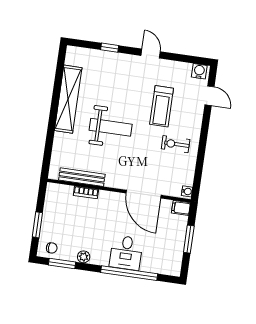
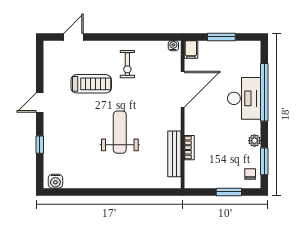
water cooler: (199, 71) -> (55, 181), moved, turned -90
shelving: (68, 99) -> (98, 179), removed
desk: (126, 253) -> (244, 98), width x1.37

